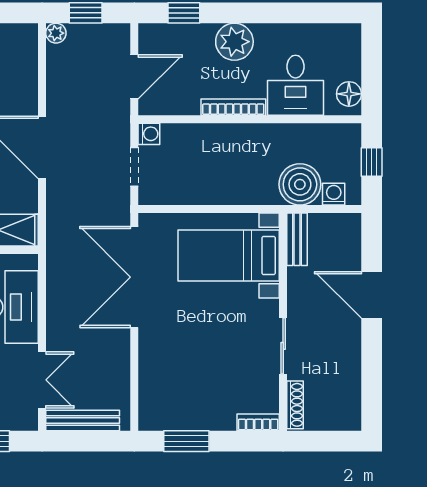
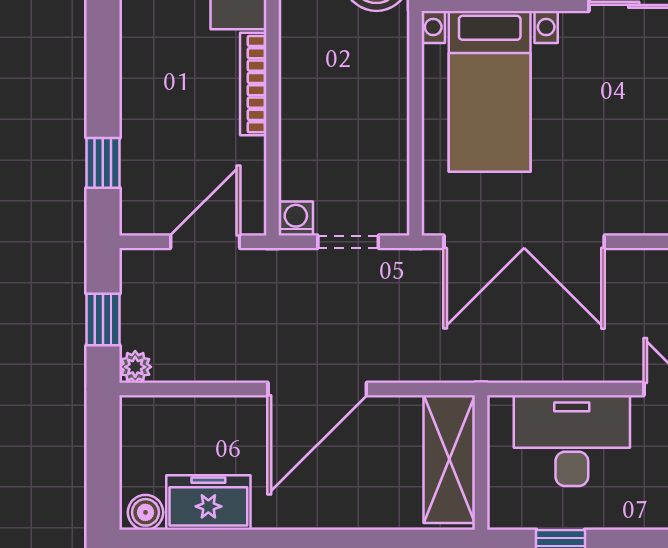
plant: (234, 42) -> (149, 82), removed
door: (134, 77) -> (205, 242), hinge flipped

